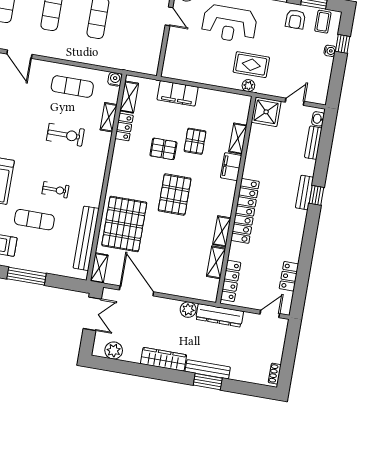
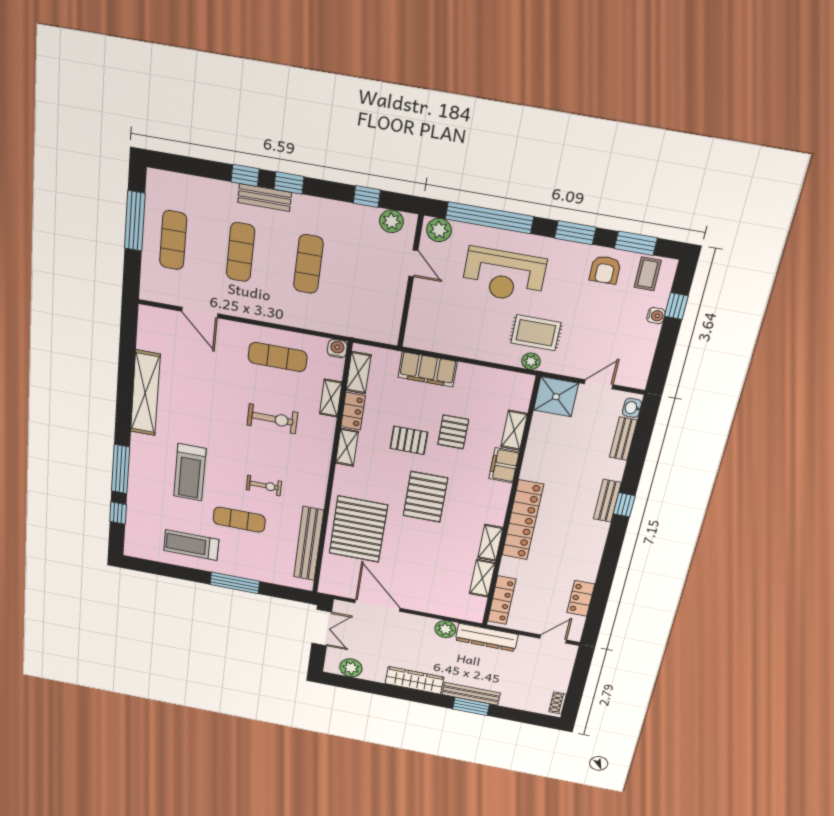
shelving: (99, 268) -> (347, 447), moved

